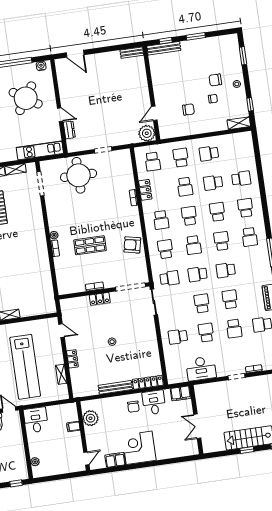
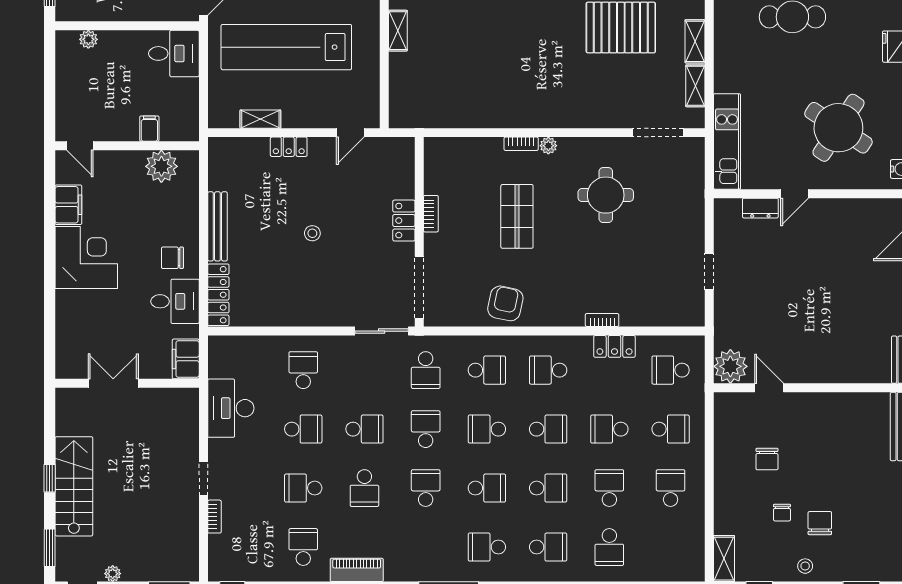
round table: (78, 175) -> (606, 195), moved, width x0.73, depth x0.73
school desk: (230, 299) -> (364, 488), turned 90

